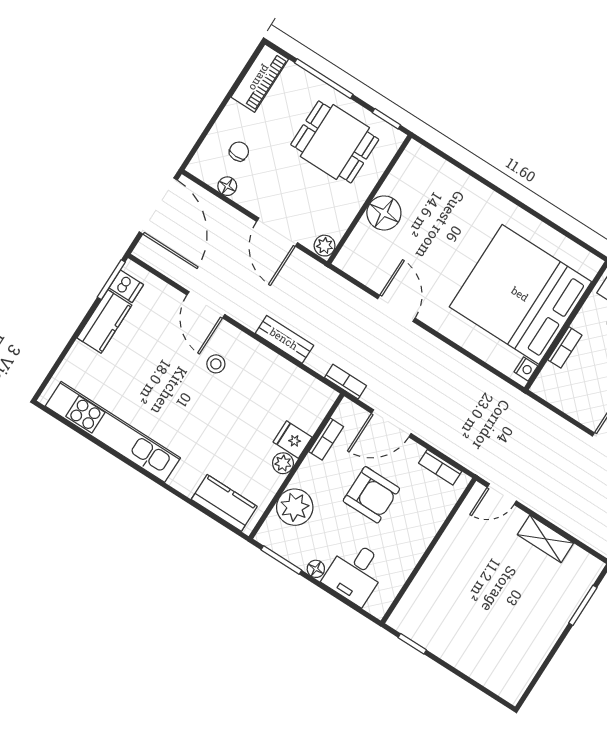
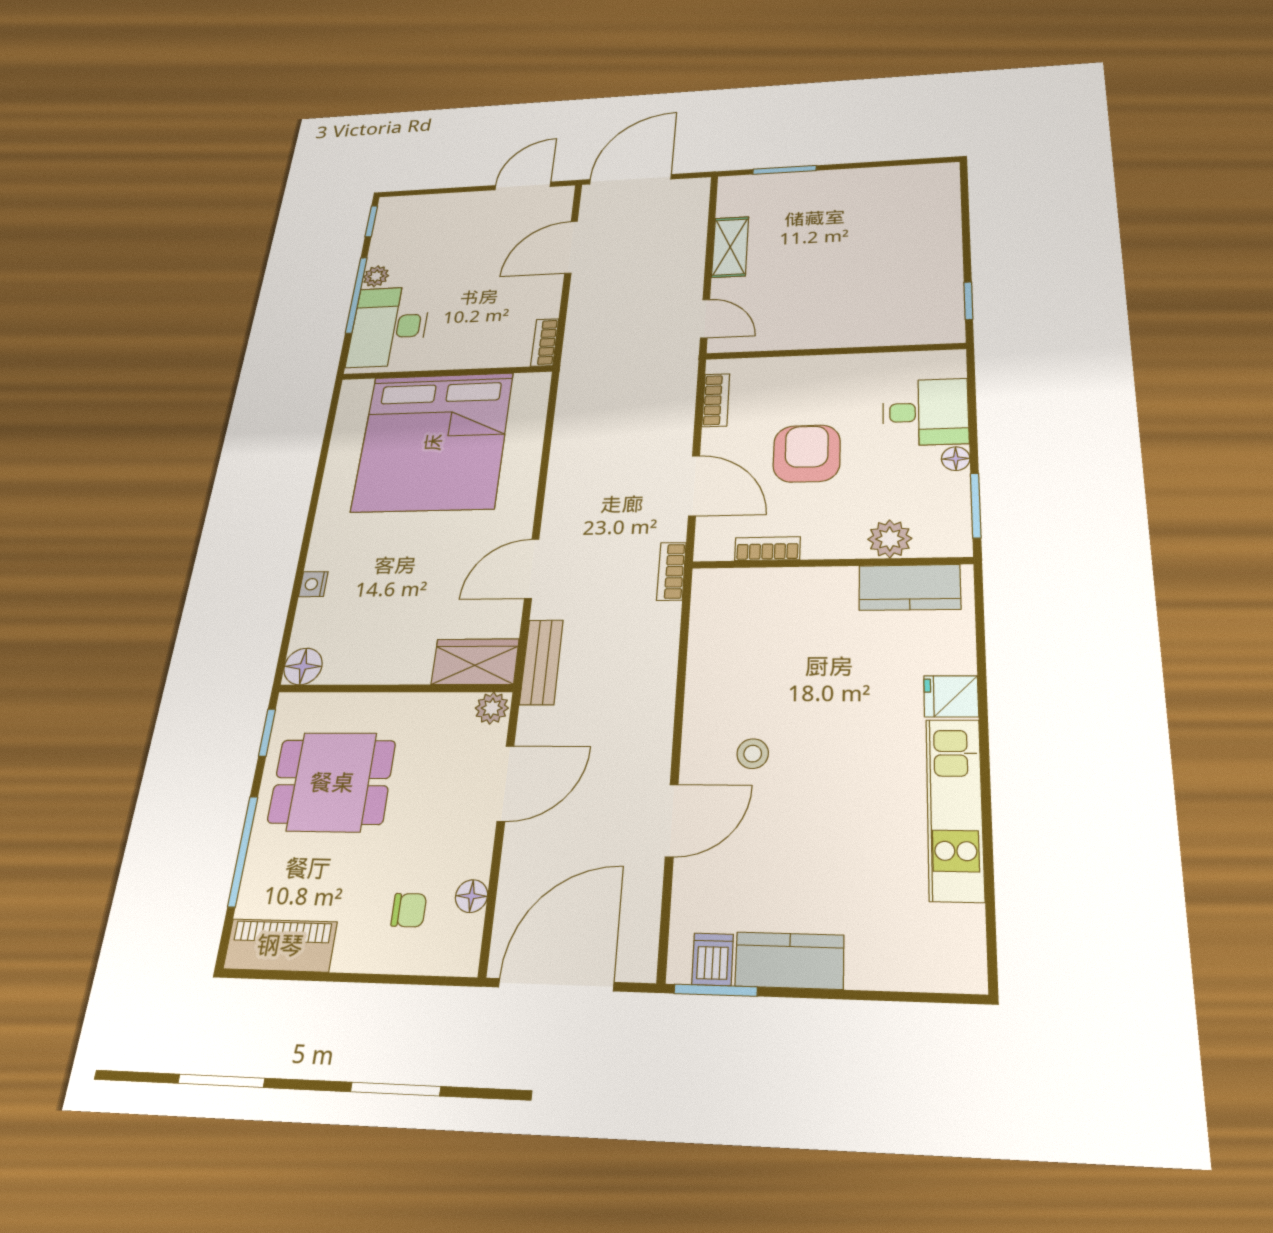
dining table: (335, 142) -> (332, 782), turned 90
chair: (239, 151) -> (409, 910), turned 180
floor lamp: (384, 213) -> (303, 666), moved, width x0.73, depth x0.73
wardrobe: (358, 250) -> (475, 662), added
bench: (284, 339) -> (541, 662), moved
bookcase: (565, 347) -> (545, 342), moved, turned -90
nightstand: (526, 369) -> (313, 584), moved, turned -90
kitchen unit: (113, 432) -> (955, 809), width x0.73
fridge: (293, 440) -> (951, 696), moved, turned 90
plant: (283, 463) -> (838, 582), removed
kitchen counter: (224, 503) -> (910, 587), moved, turned -90
plant: (295, 507) -> (890, 539), width x0.73, depth x0.73

